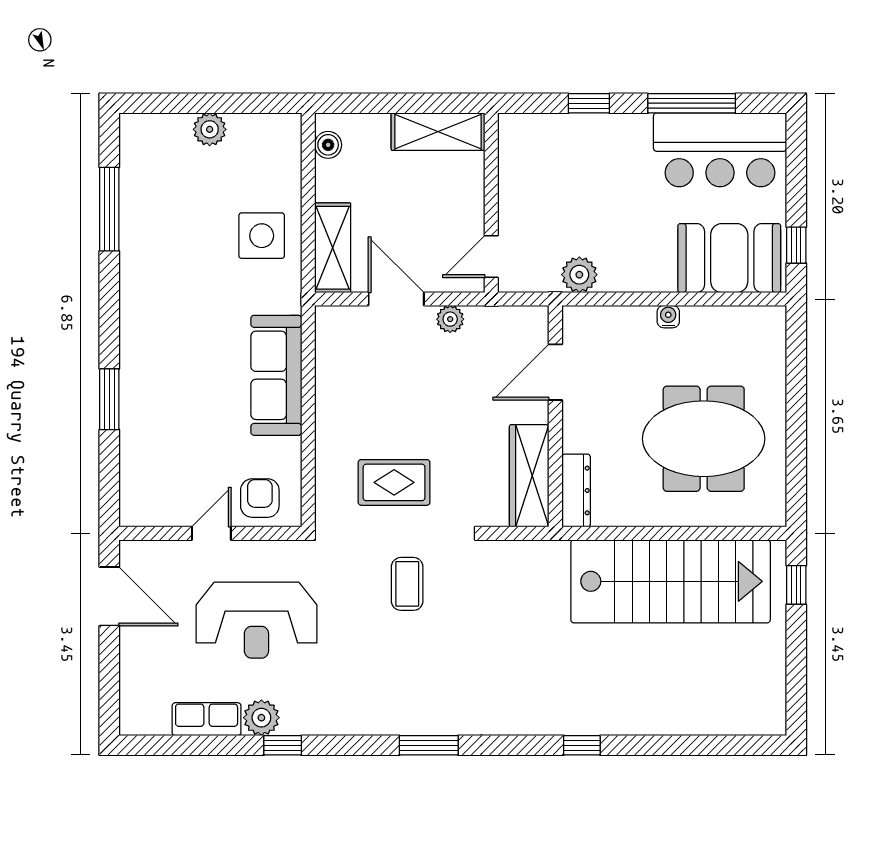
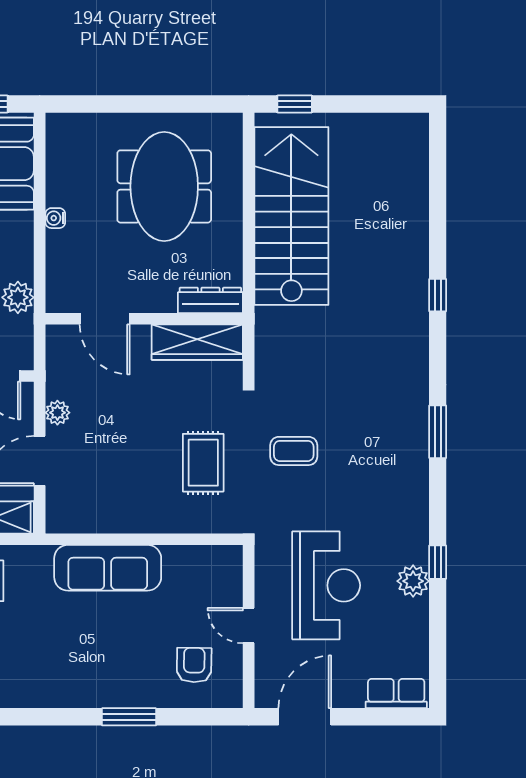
armchair: (260, 498) -> (194, 665), moved, turned 91
row of seats: (207, 719) -> (396, 694), moved, turned 90

